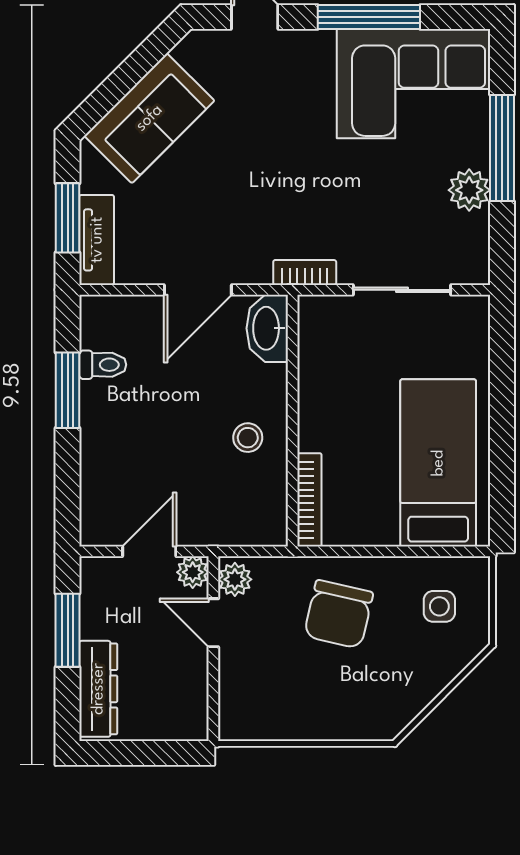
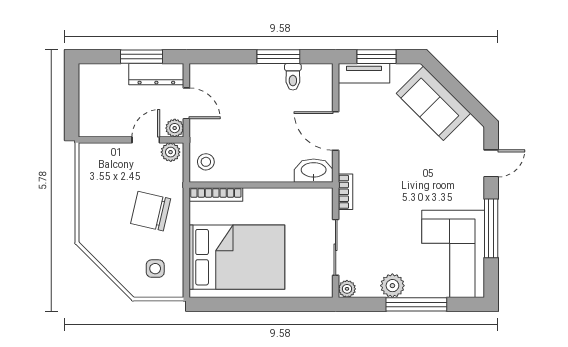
plant: (475, 270) -> (347, 289), added
stool: (248, 438) -> (206, 162), moved
bed: (438, 463) -> (237, 257), width x1.50
dresser: (98, 689) -> (156, 74), moved

